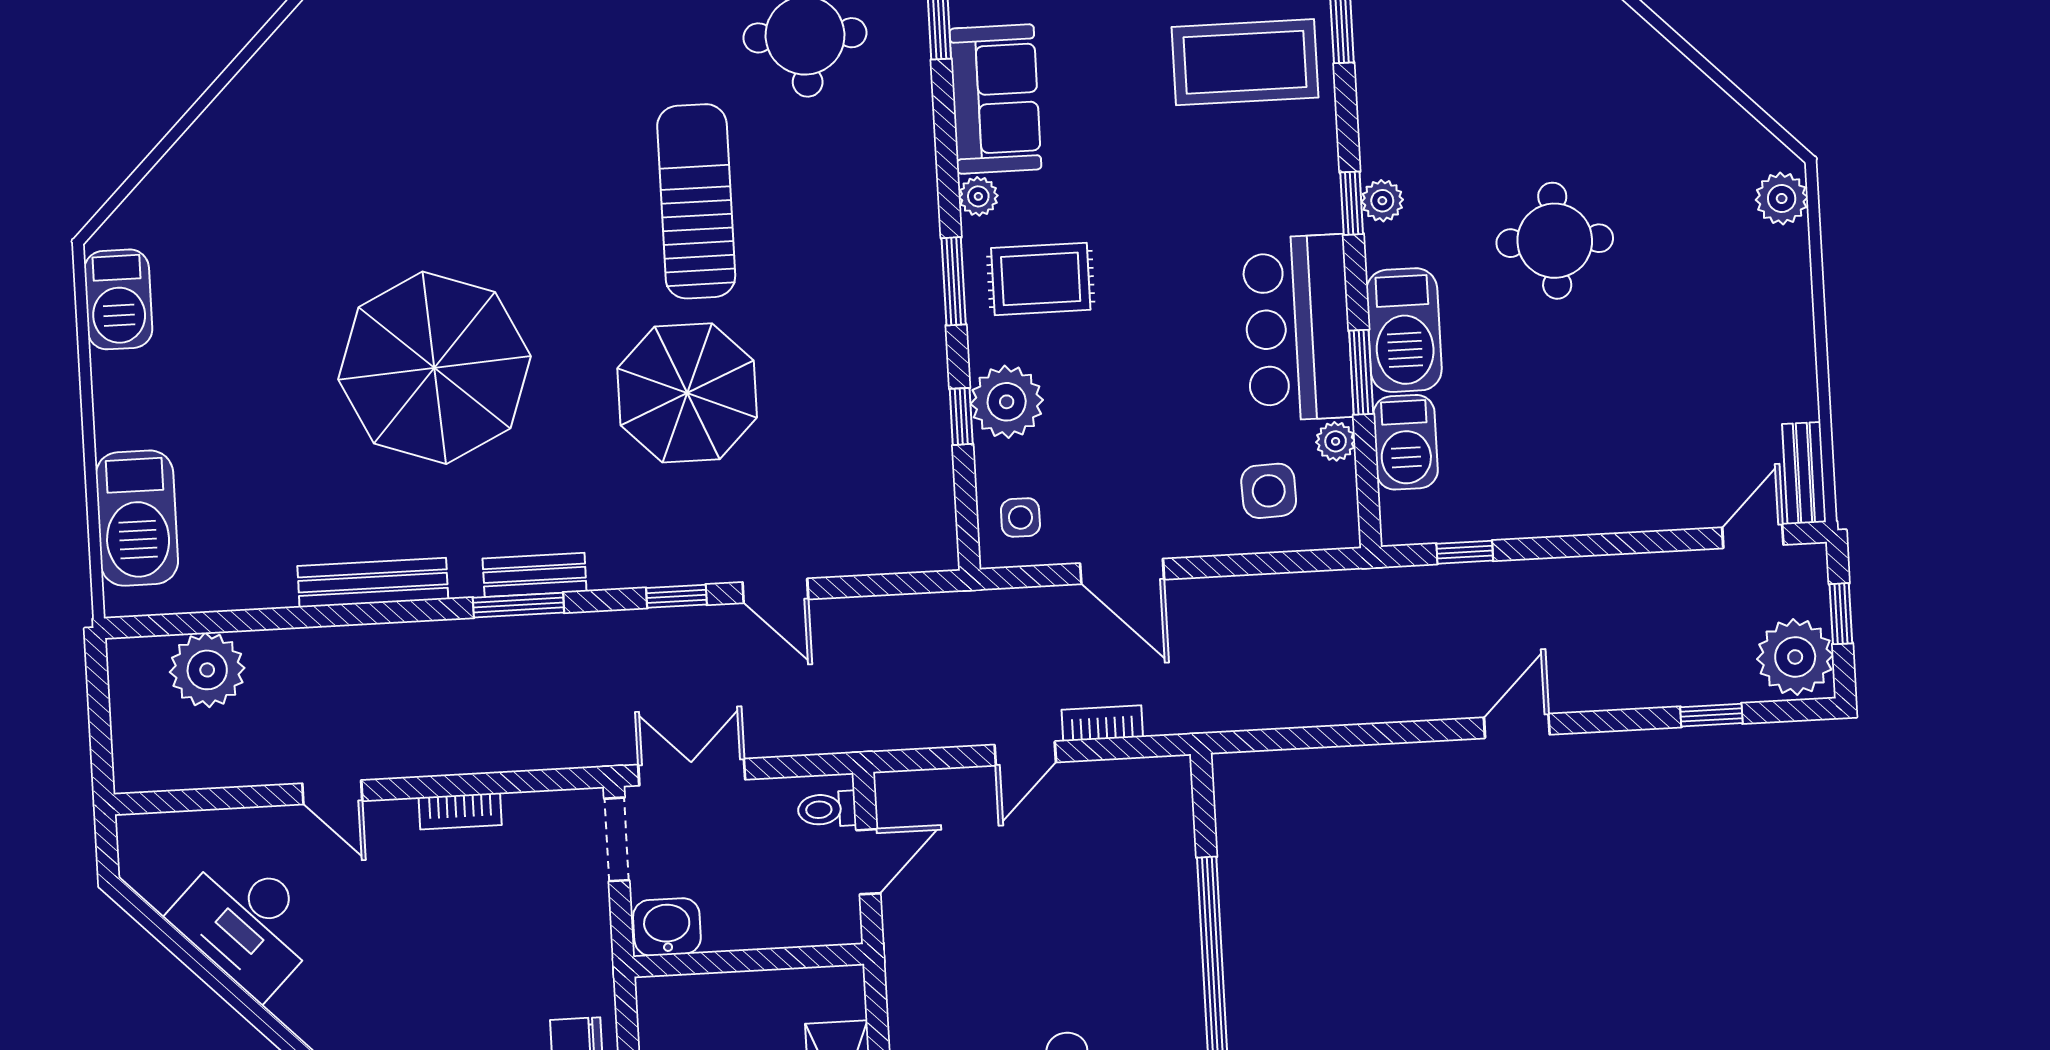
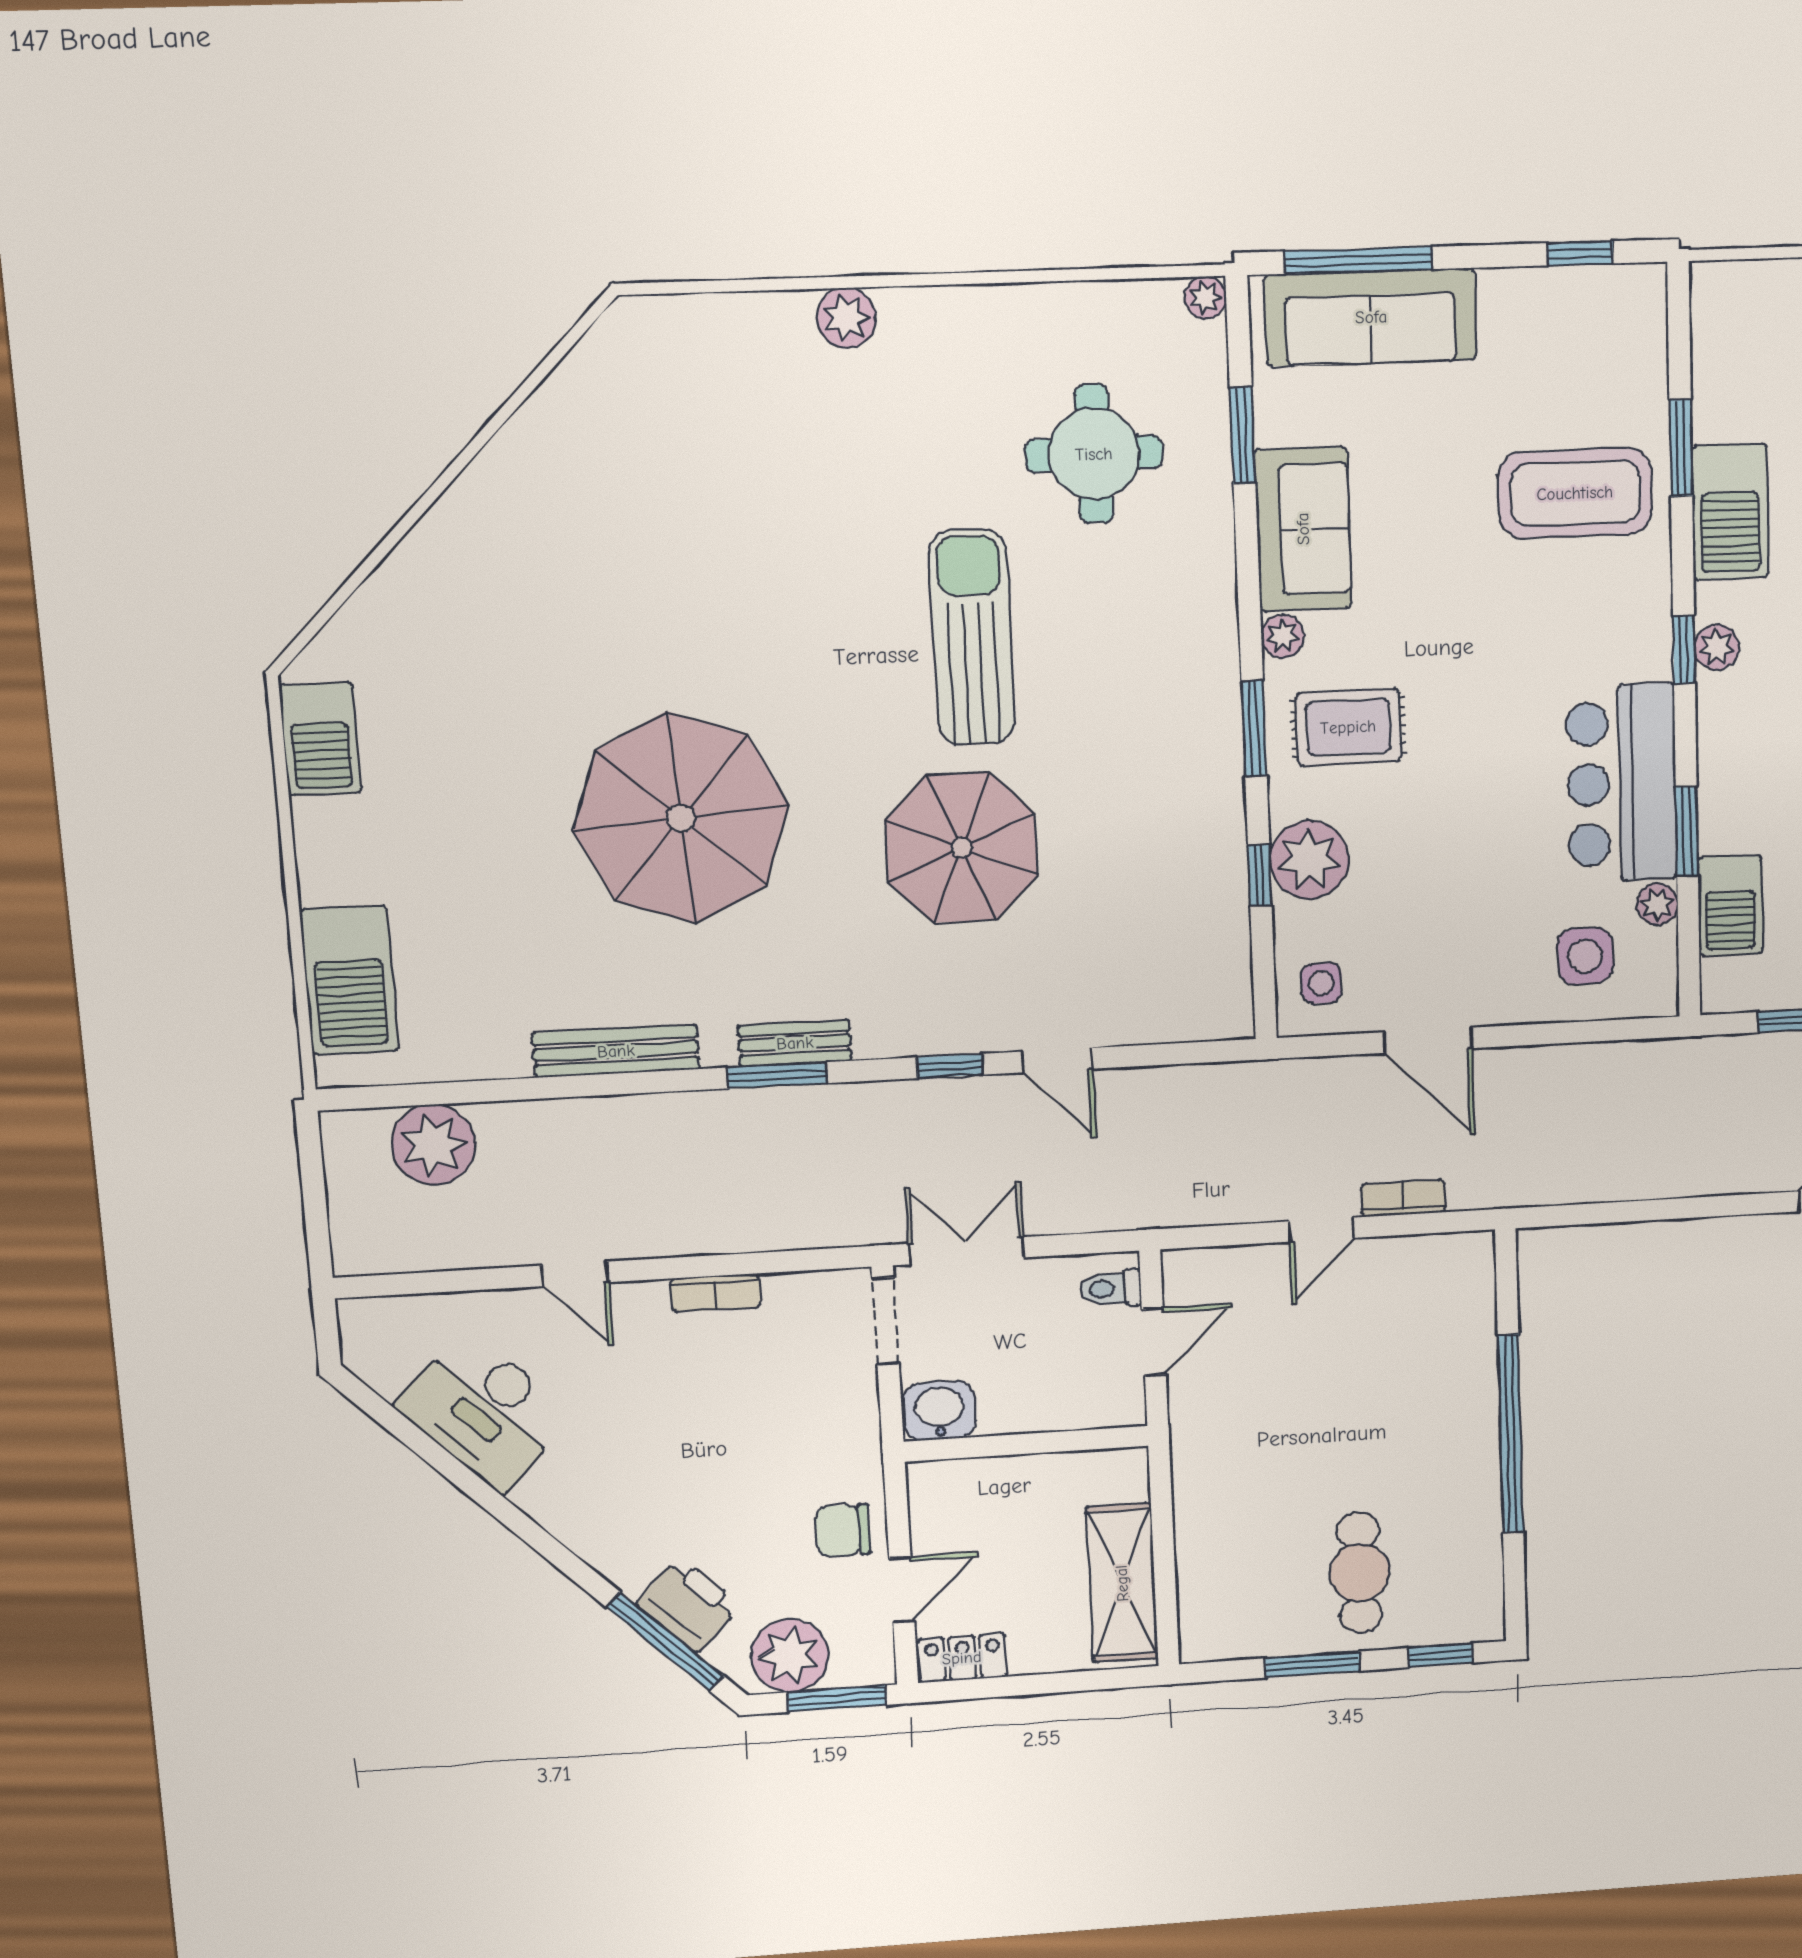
barbecue: (1404, 330) -> (1730, 512), moved

